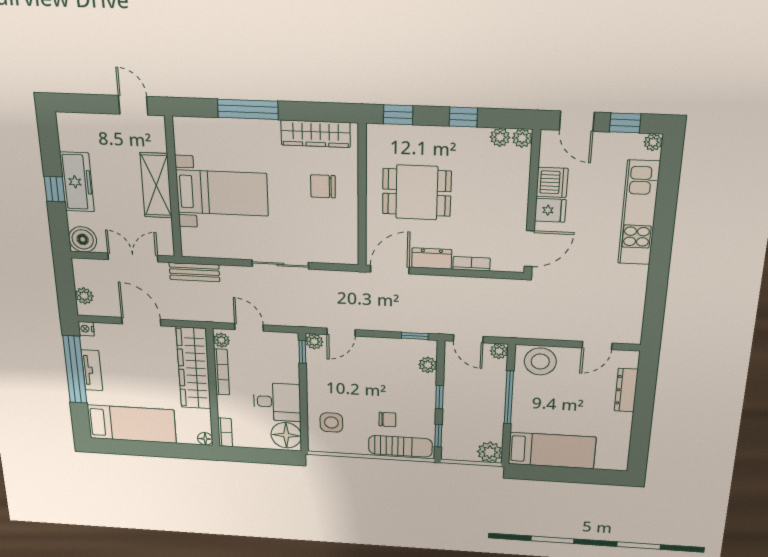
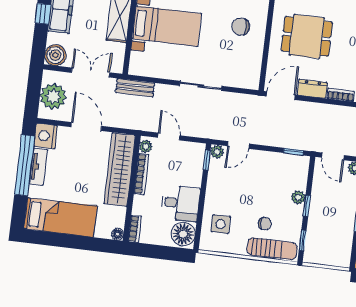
plant: (84, 296) -> (53, 96), width x1.88, depth x1.88
nightstand: (86, 329) -> (46, 136), width x1.89, depth x1.79
plant: (428, 365) -> (298, 197), moved
plant: (490, 452) -> (341, 257), removed

